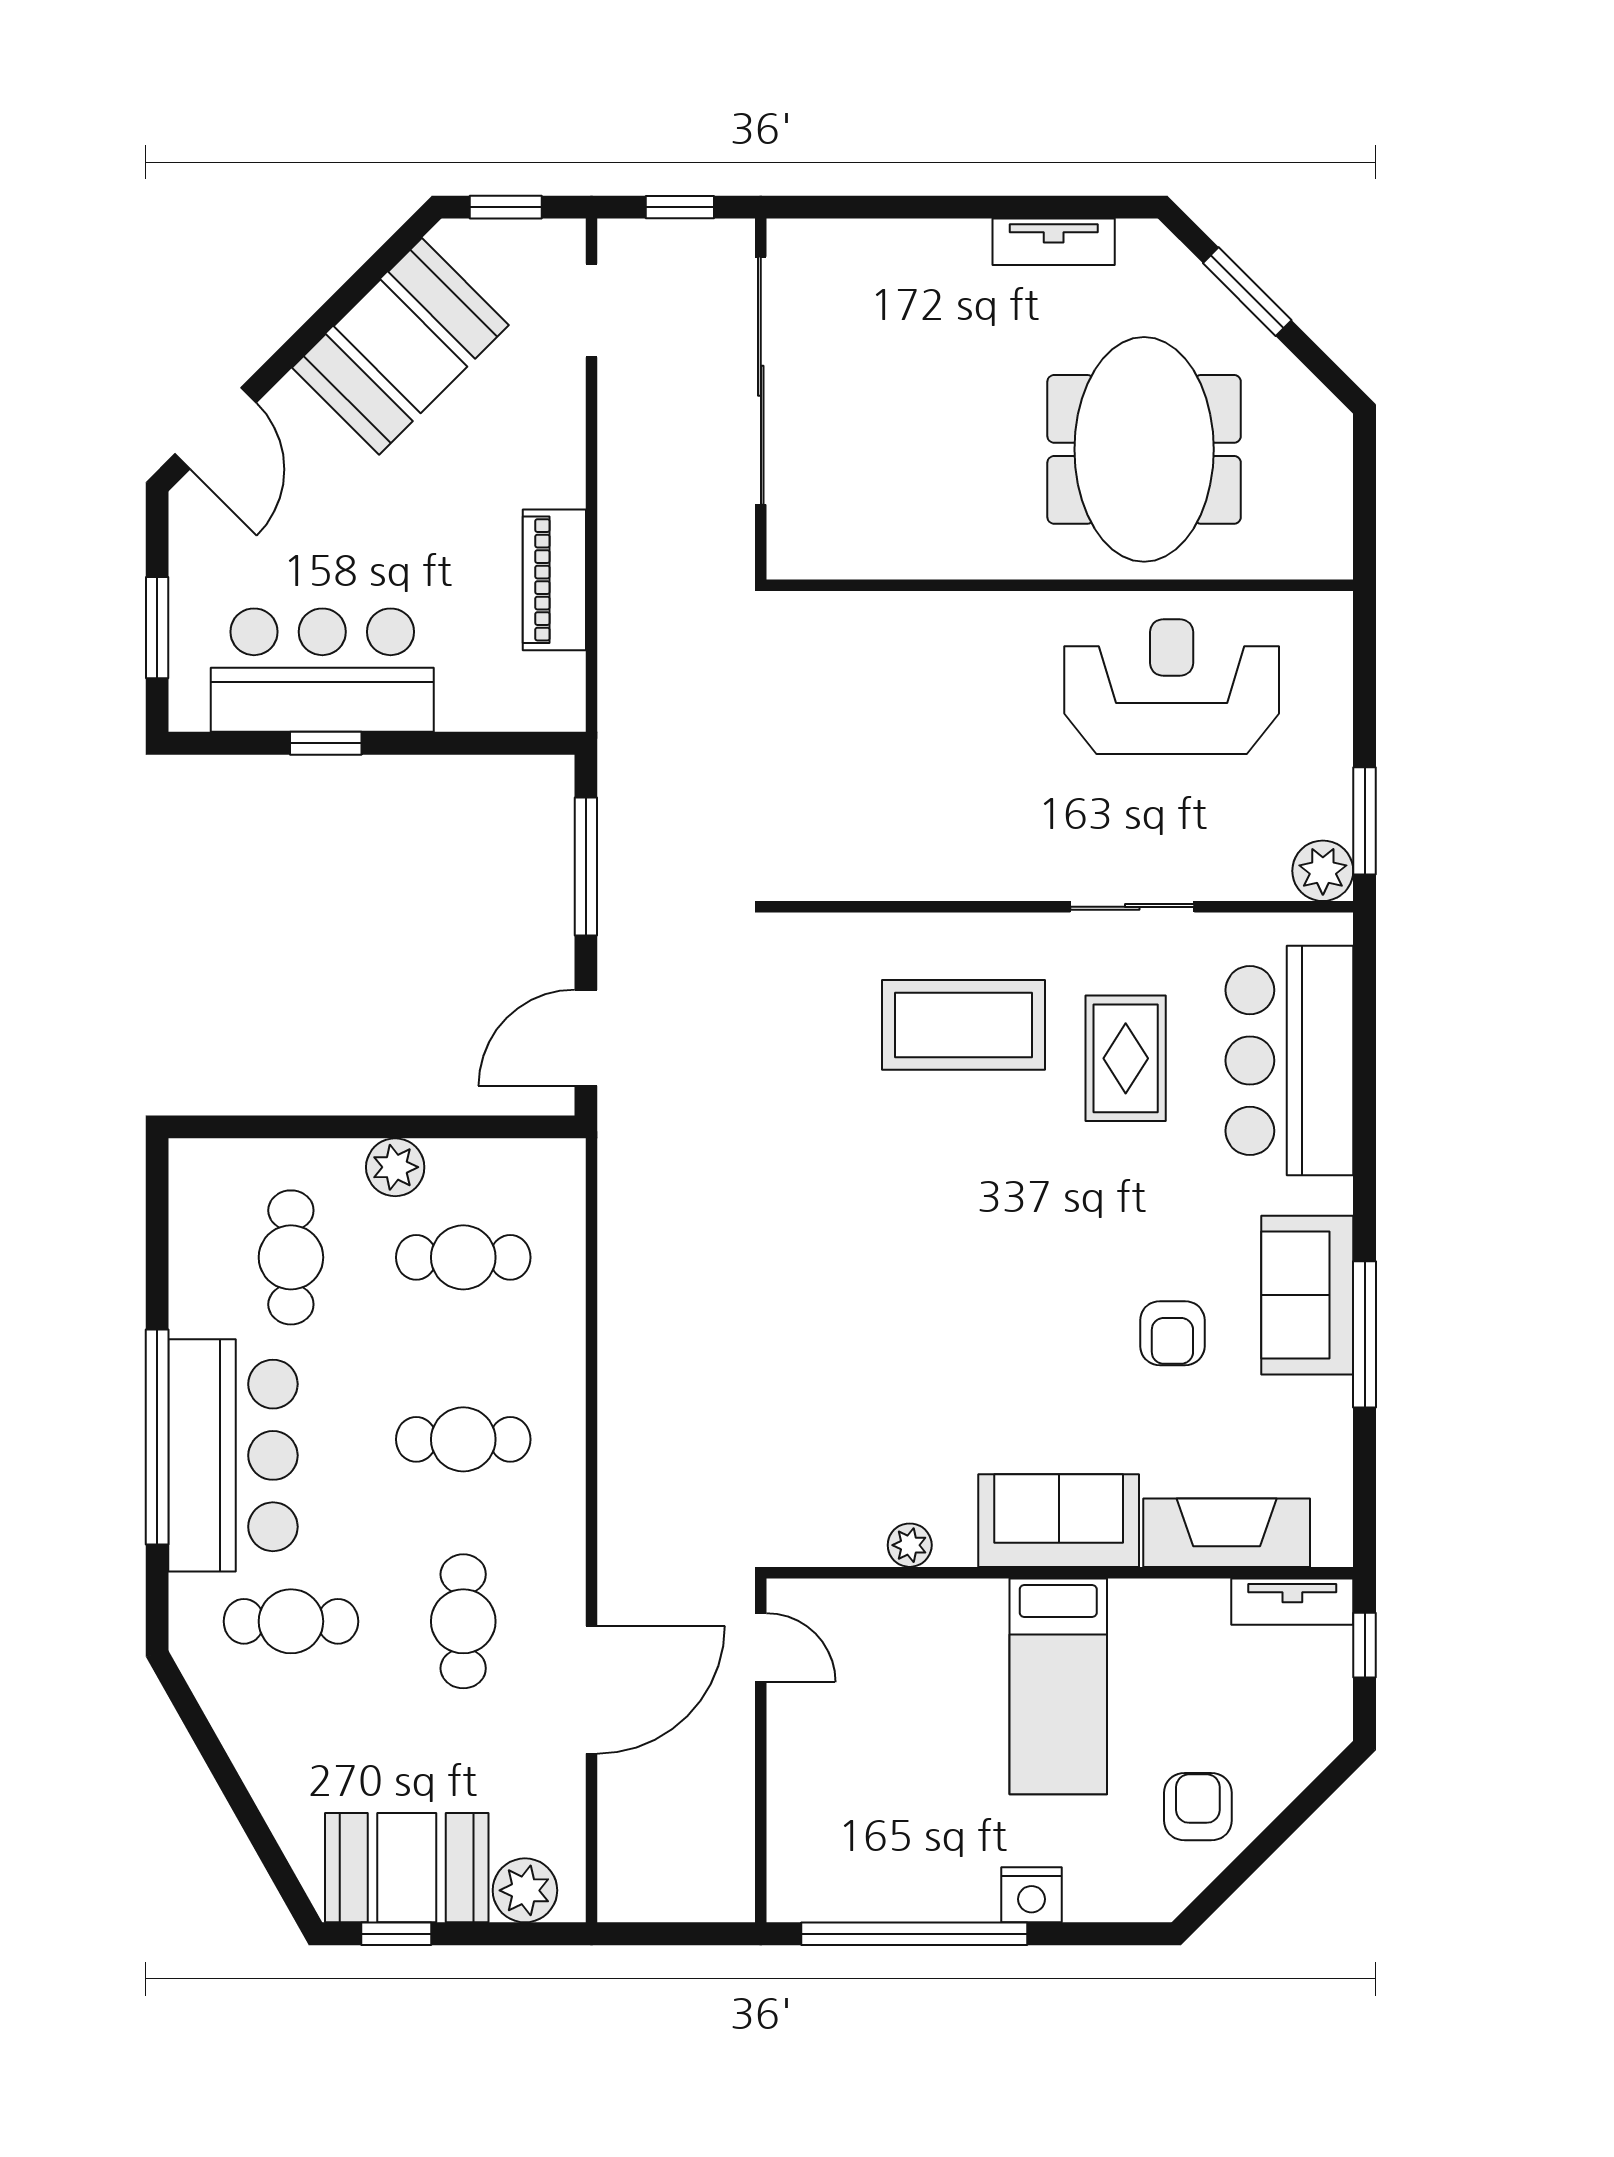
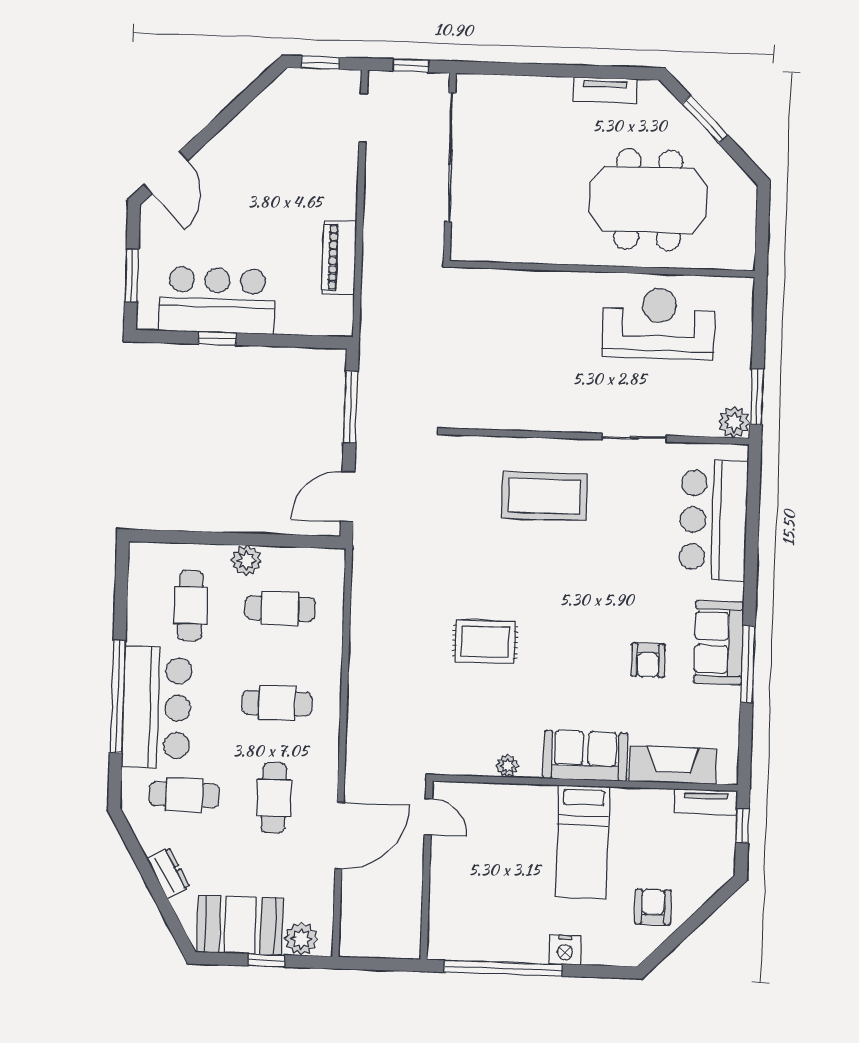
booth: (400, 346) -> (263, 133), removed
meeting table: (1144, 449) -> (648, 200), turned 90
rug: (1126, 1058) -> (485, 641), moved, turned 90
dresser: (265, 1772) -> (168, 873), added
window: (396, 1934) -> (266, 960), moved

